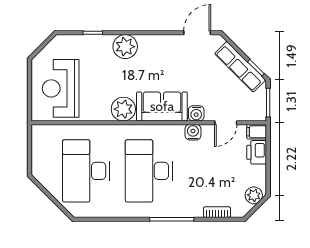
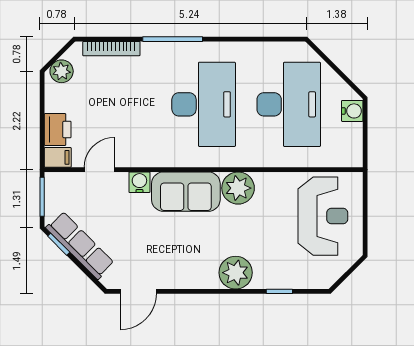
water cooler: (193, 132) -> (352, 111), moved, turned -90
bookcase: (217, 212) -> (111, 49), width x1.56

